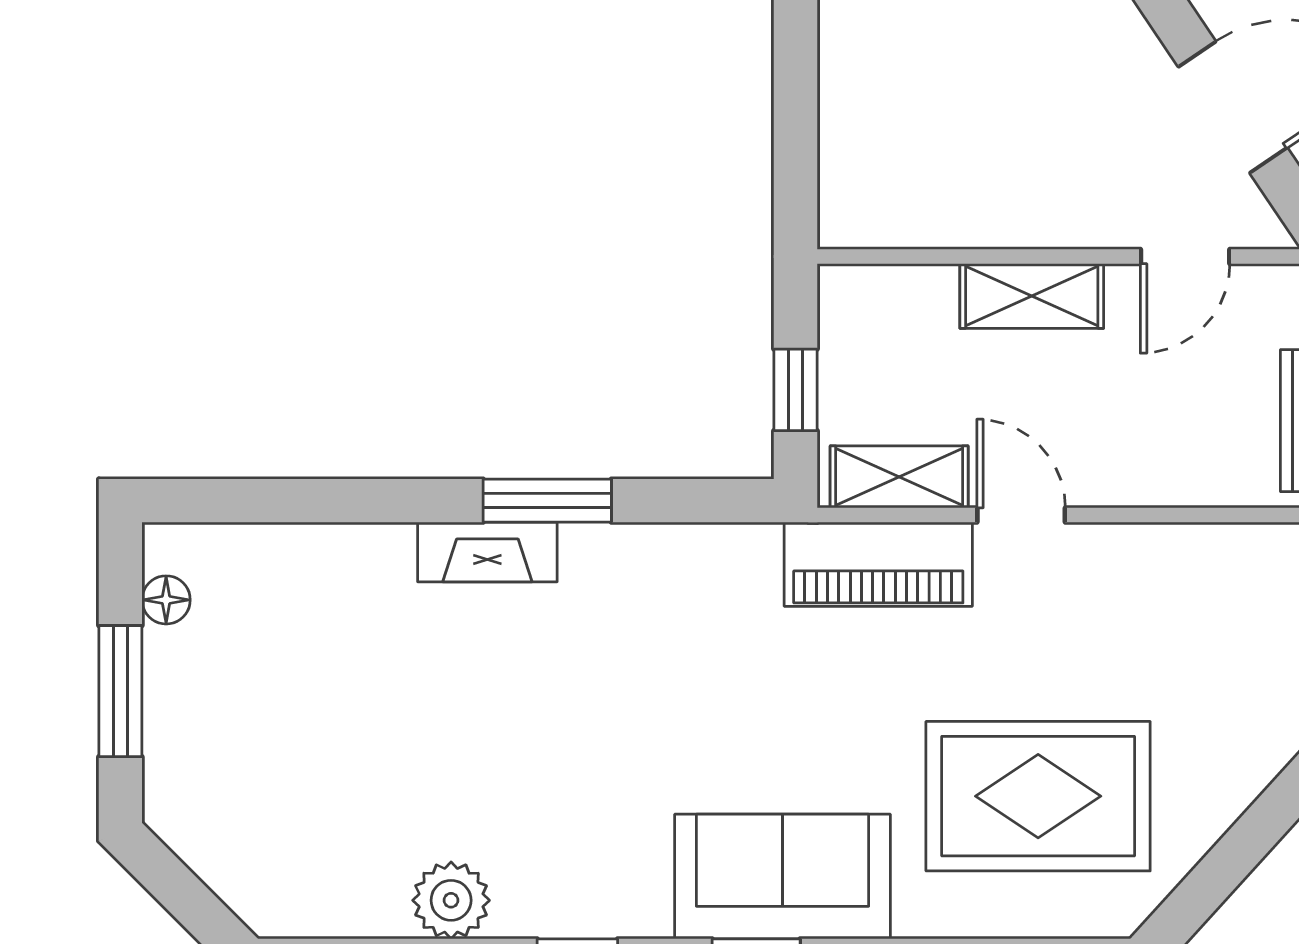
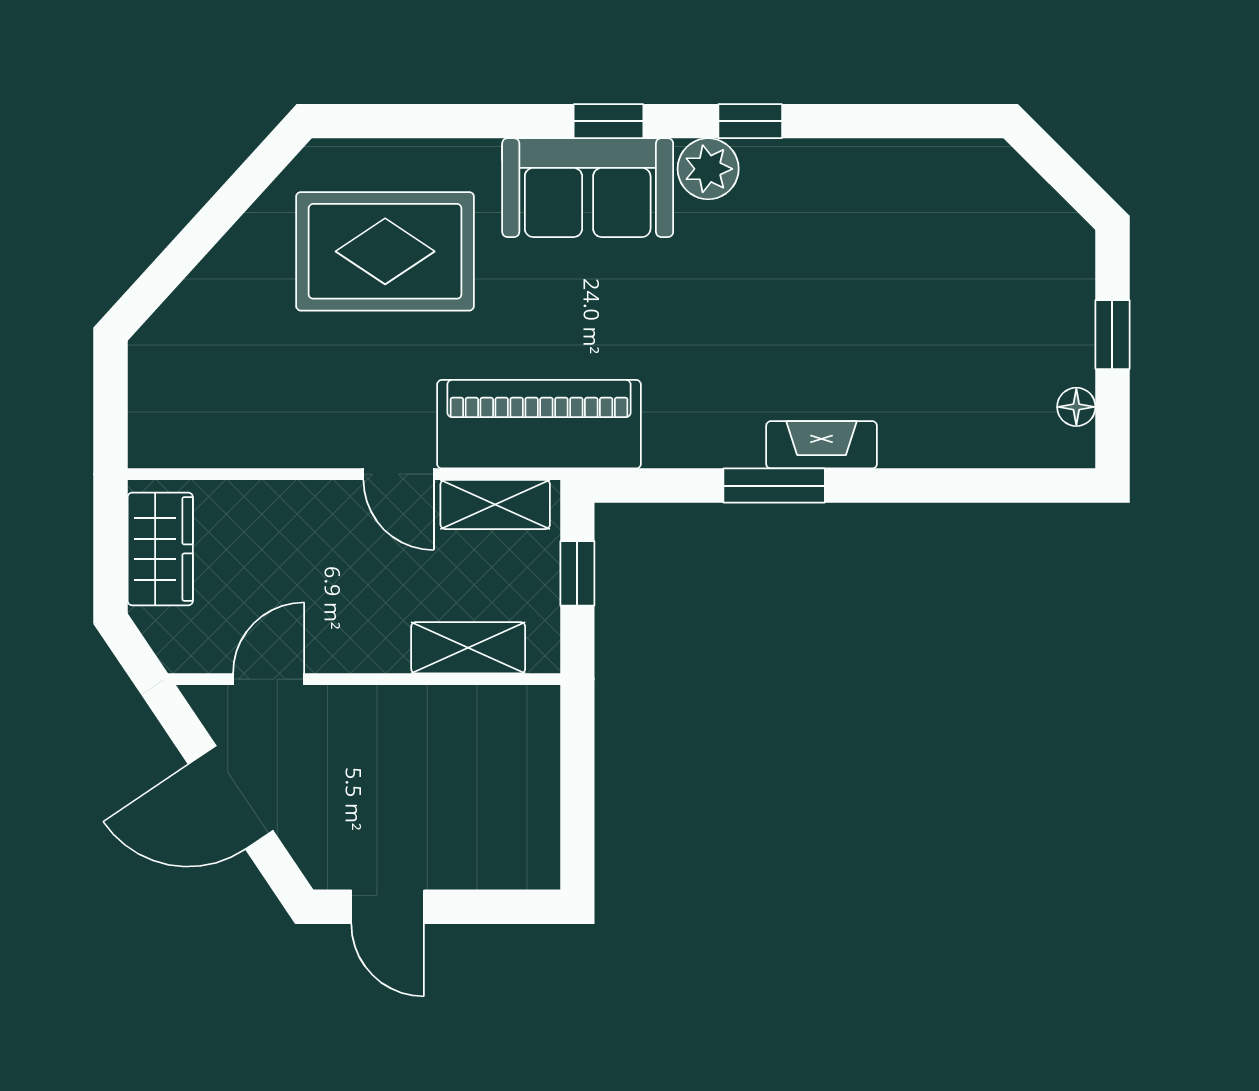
shelving: (1032, 296) -> (468, 648), moved
piano: (878, 564) -> (539, 424), width x1.37, depth x1.33
window: (120, 691) -> (1112, 335), width x0.67
plant: (451, 900) -> (708, 169), moved

